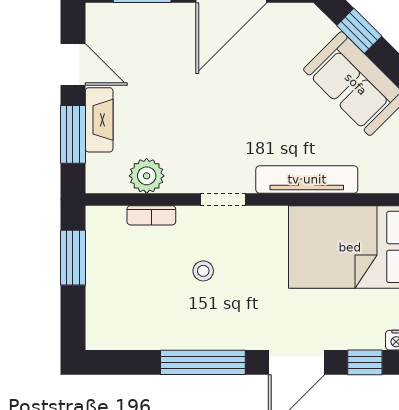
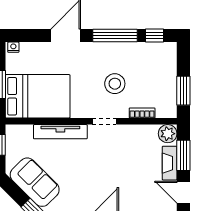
plant: (147, 176) -> (168, 134), moved
stool: (203, 271) -> (115, 84), width x1.89, depth x1.89
window: (365, 362) -> (155, 36), moved

